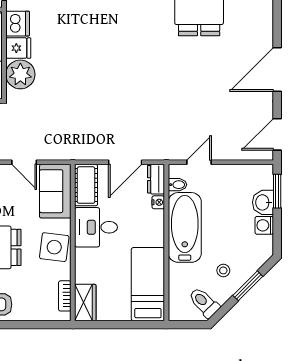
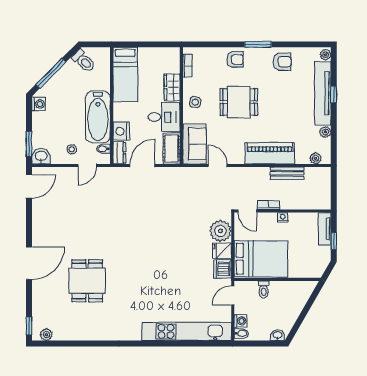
door: (277, 69) -> (29, 263), moved
nightstand: (158, 202) -> (121, 131), width x1.89, depth x1.79
washbasin: (263, 202) -> (41, 156), moved, turned -90
washing machine: (264, 225) -> (39, 104), moved
side table: (54, 247) -> (195, 102), width x0.54, depth x0.54
stool: (223, 270) -> (72, 149), moved
window: (248, 286) -> (51, 73), width x1.44
wardrobe: (85, 303) -> (172, 87), moved

